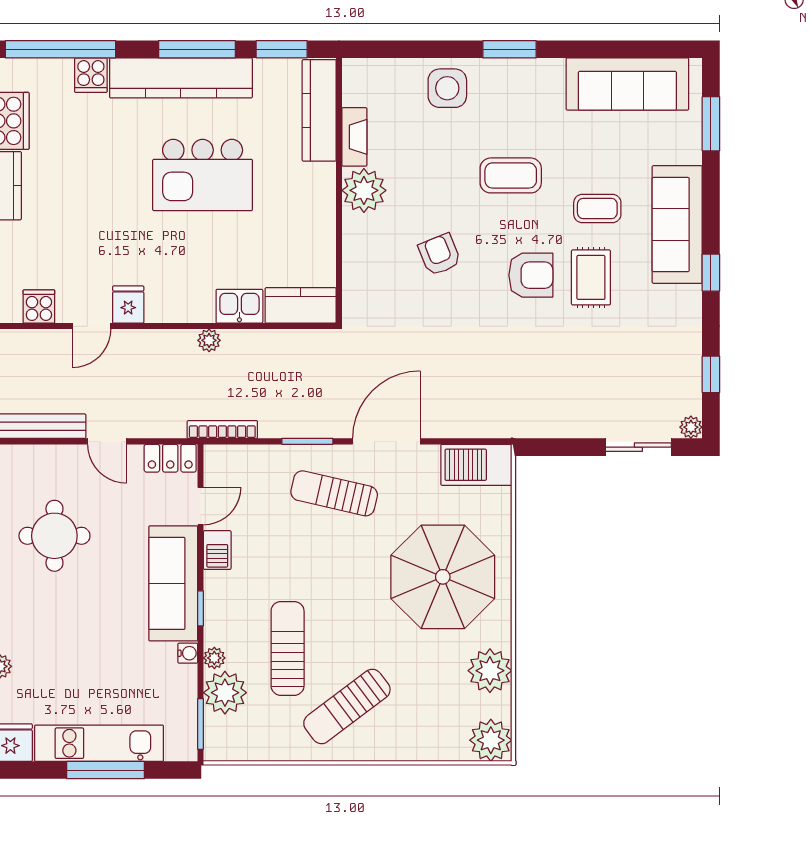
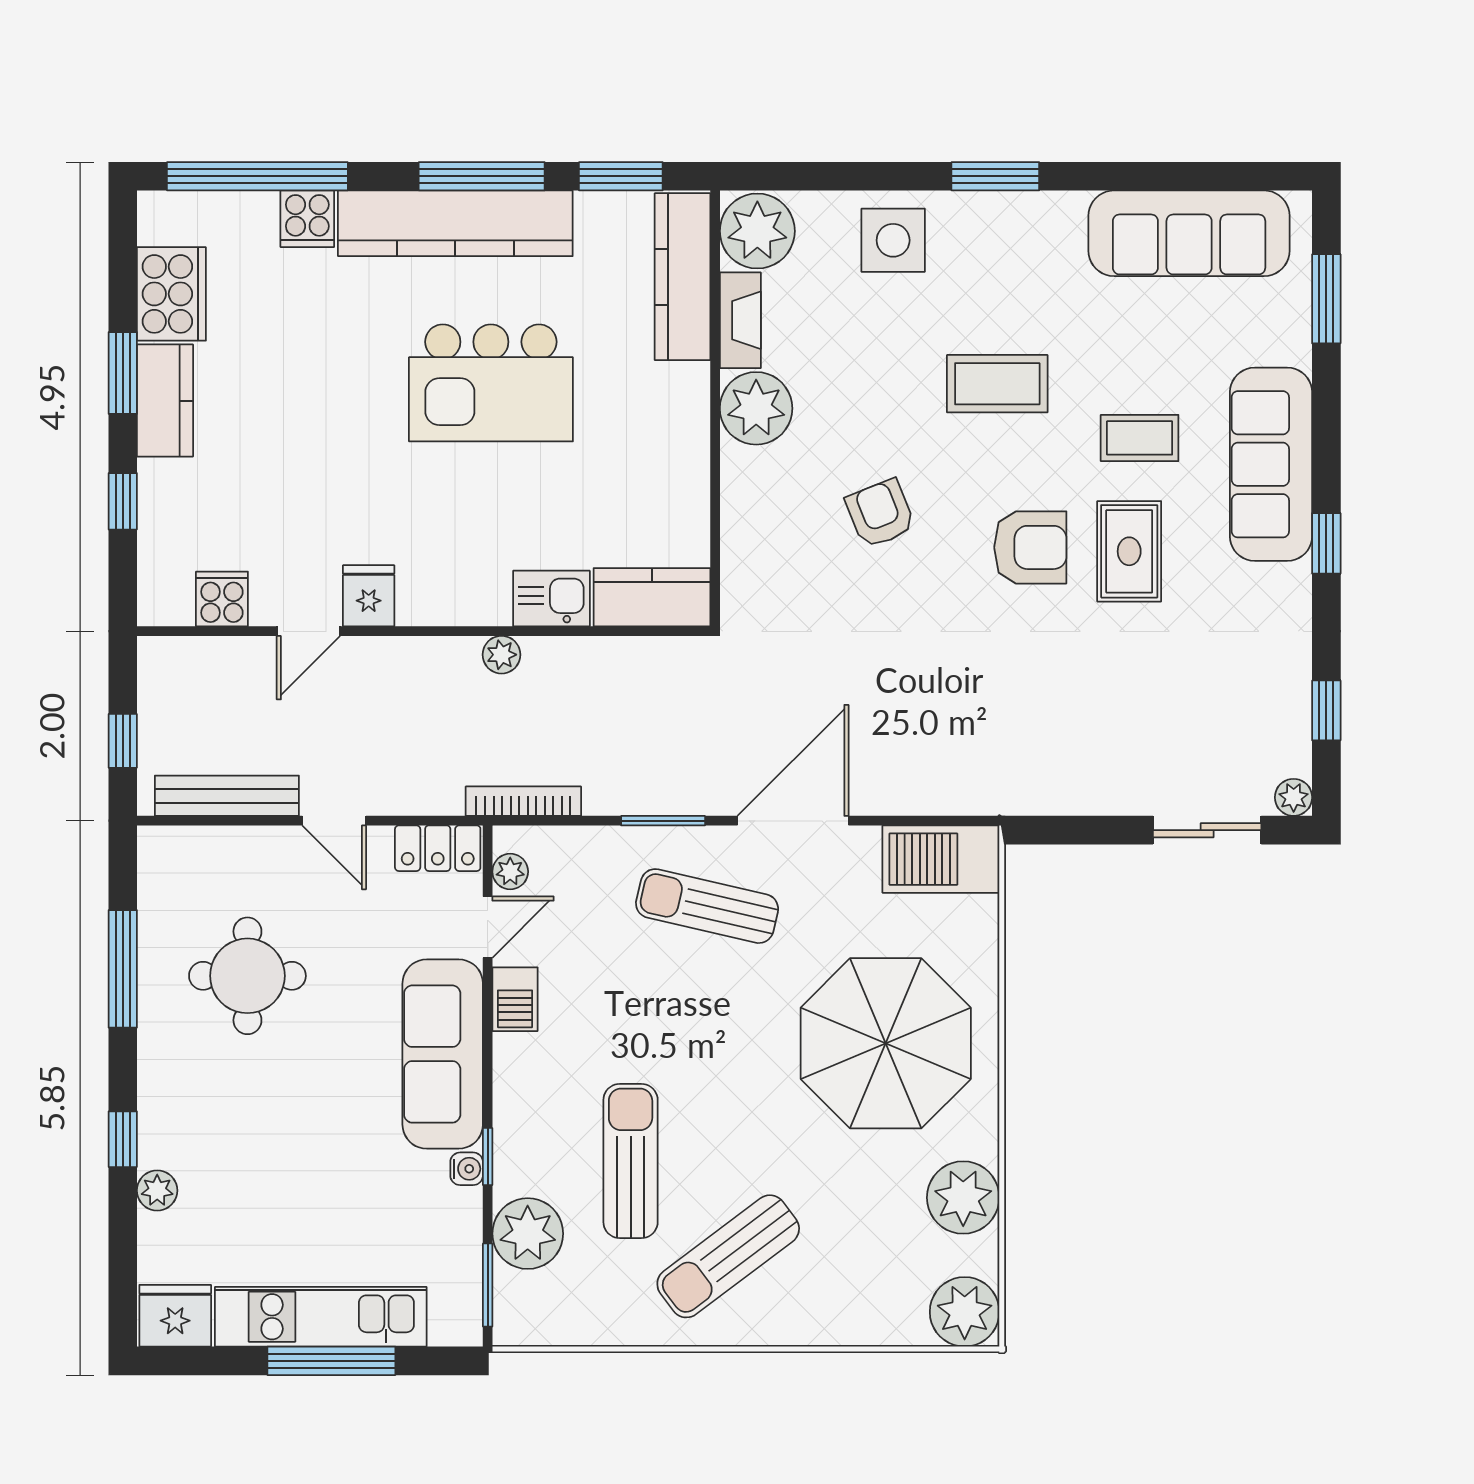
plant: (365, 83) -> (757, 231), added
window: (201, 608) -> (488, 1157), moved
plant: (214, 658) -> (510, 872), moved

